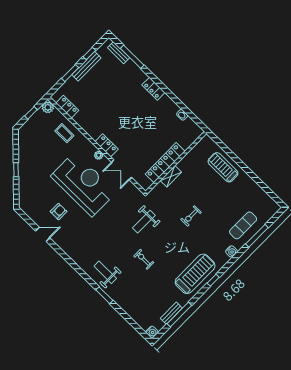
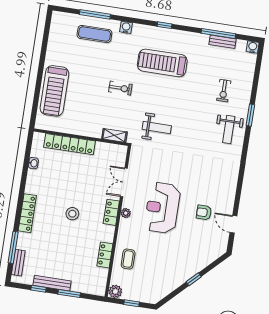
locker: (153, 89) -> (27, 213), width x1.53
locker: (67, 107) -> (105, 255), moved
stool: (126, 117) -> (72, 214), added
locker: (165, 163) -> (70, 144), moved
treadmill: (223, 167) -> (54, 91), width x1.37, depth x1.38
double door: (122, 170) -> (124, 182), swing flipped
shelving: (171, 176) -> (114, 135), moved
reception desk: (83, 184) -> (162, 208), width x0.74, depth x0.77
door: (43, 234) -> (233, 224), moved
exercise bike: (144, 259) -> (224, 91), moved
treadmill: (195, 274) -> (162, 63), moved

